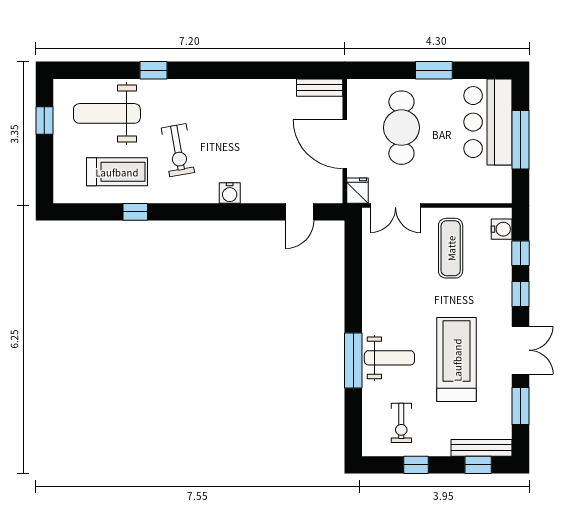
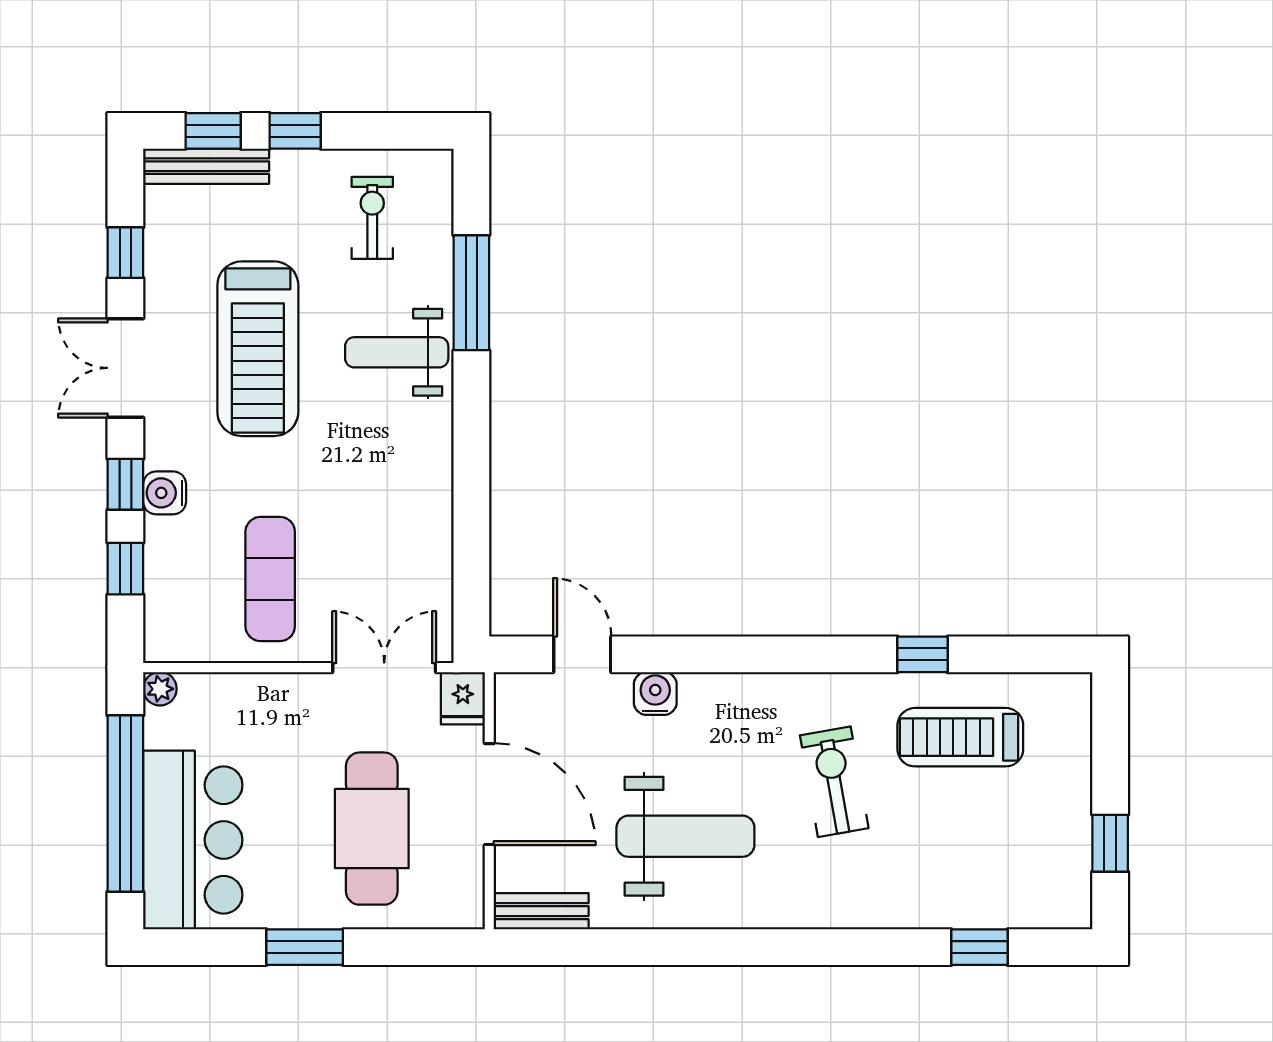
window: (154, 70) -> (980, 947), moved
weight bench: (107, 113) -> (685, 836), moved
window: (521, 140) -> (125, 803), width x1.46
water cooler: (230, 193) -> (655, 693), moved
plant: (504, 195) -> (160, 689), added
door: (300, 212) -> (582, 654), hinge flipped
water cooler: (502, 229) -> (165, 493), moved
window: (353, 360) -> (471, 293), moved
window: (521, 406) -> (125, 253), width x0.67
window: (416, 465) -> (295, 131), moved

